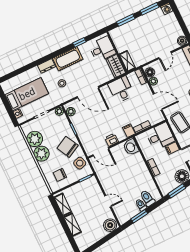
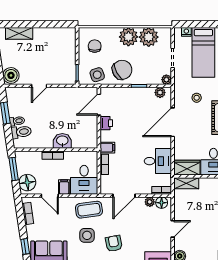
door: (165, 55) -> (173, 229), swing flipped
washbasin: (131, 147) -> (62, 141), moved
shelving: (63, 205) -> (60, 33), removed
shelving: (72, 225) -> (19, 33), moved

